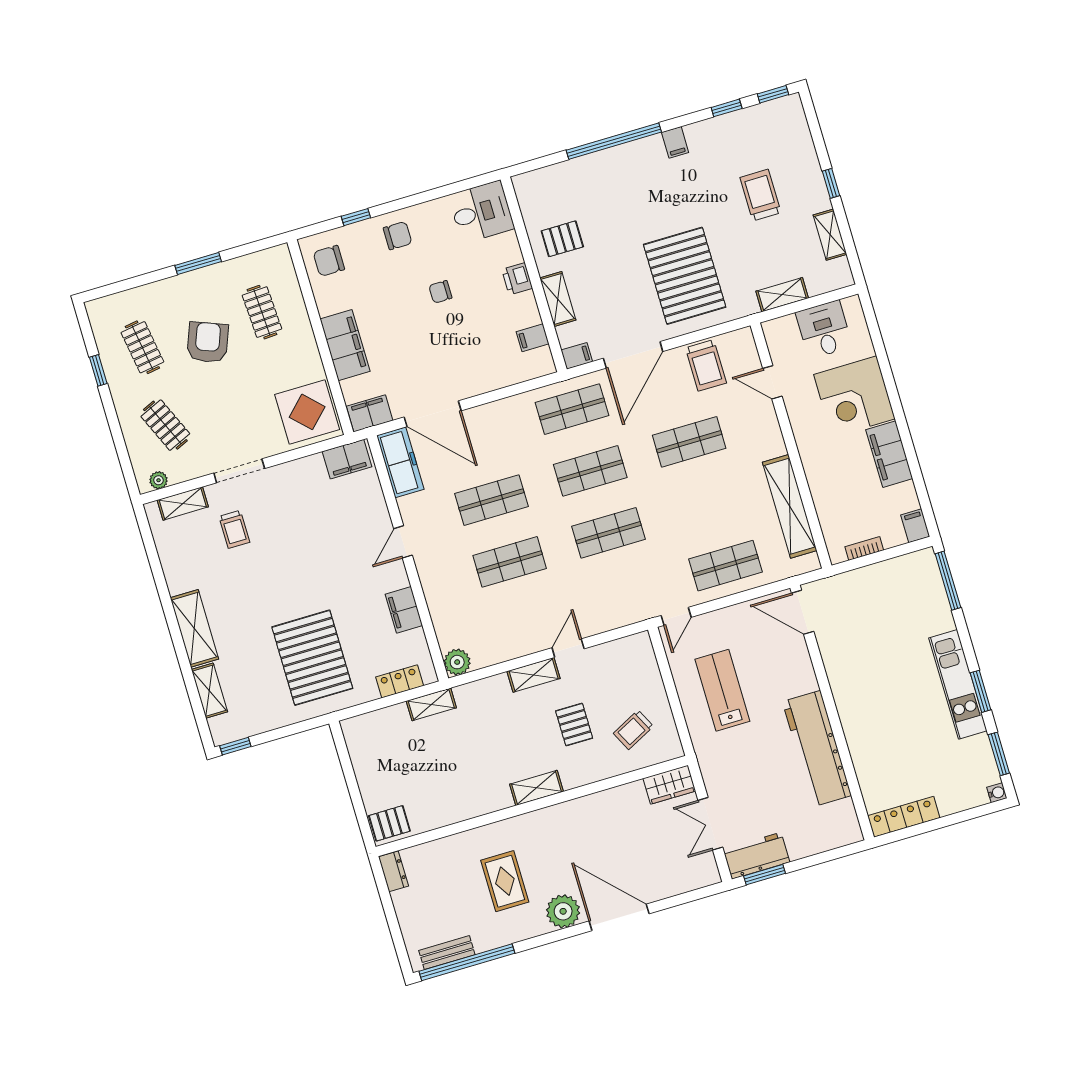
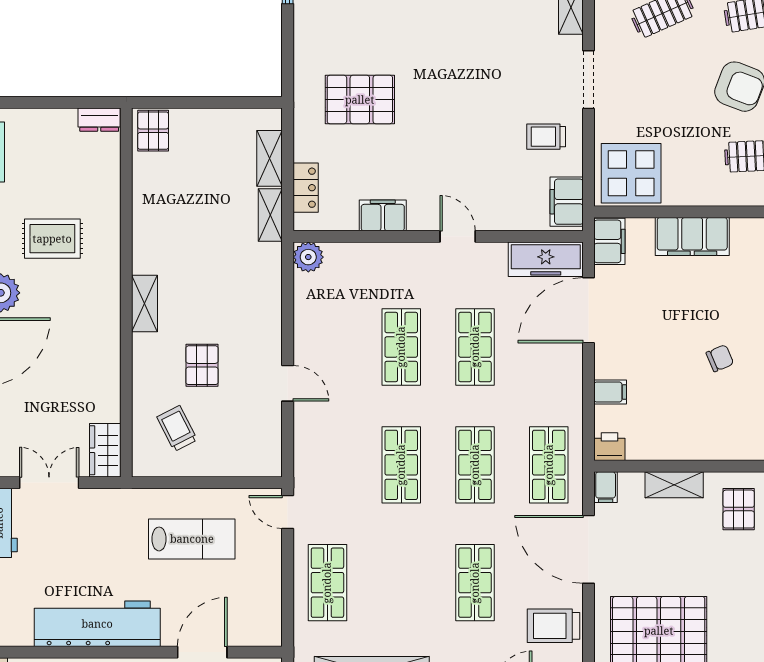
printer: (517, 279) -> (609, 447), moved
chair: (440, 292) -> (720, 358), turned 67
filing cabinet: (533, 338) -> (610, 392), moved, turned 90
trolley: (234, 529) -> (546, 137), moved
door: (803, 612) -> (202, 652), moved
pallet: (312, 658) -> (360, 100), width x0.73, depth x0.71
shelving: (534, 675) -> (270, 158), moved
pallet: (574, 725) -> (202, 365), turned 90

